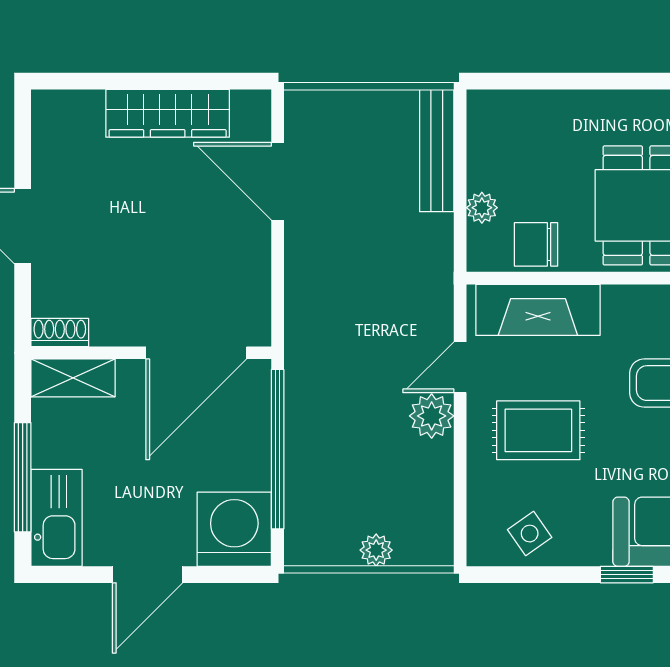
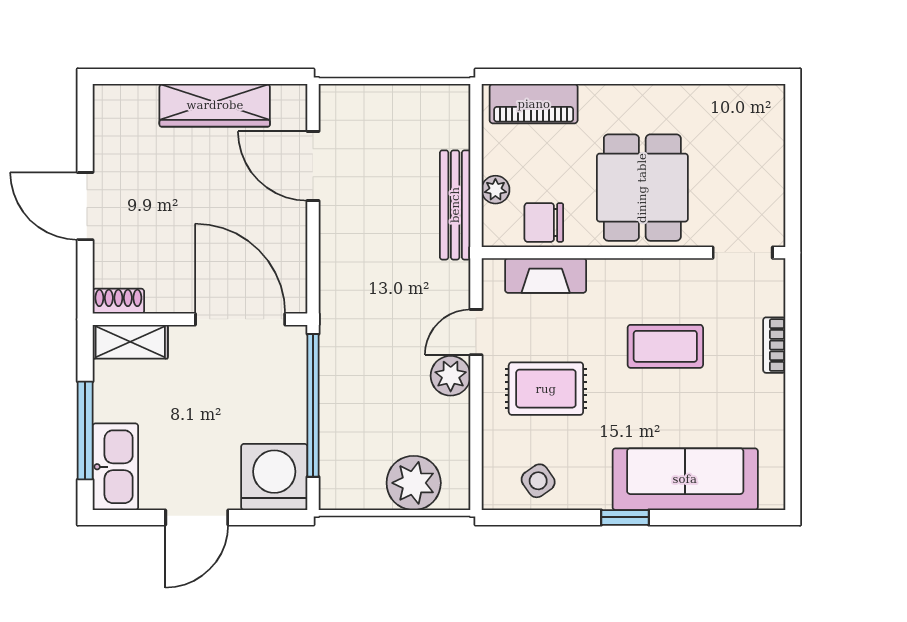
piano: (525, 111) -> (534, 104), added
bench: (437, 151) -> (455, 205), moved
fireplace: (538, 310) -> (546, 275), width x0.73, depth x0.76
door: (196, 353) -> (240, 319), swing flipped
plant: (376, 550) -> (414, 483), width x1.88, depth x1.88

